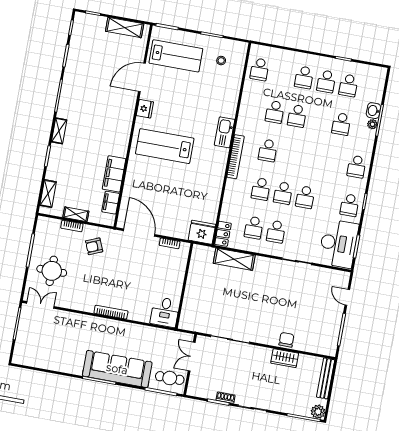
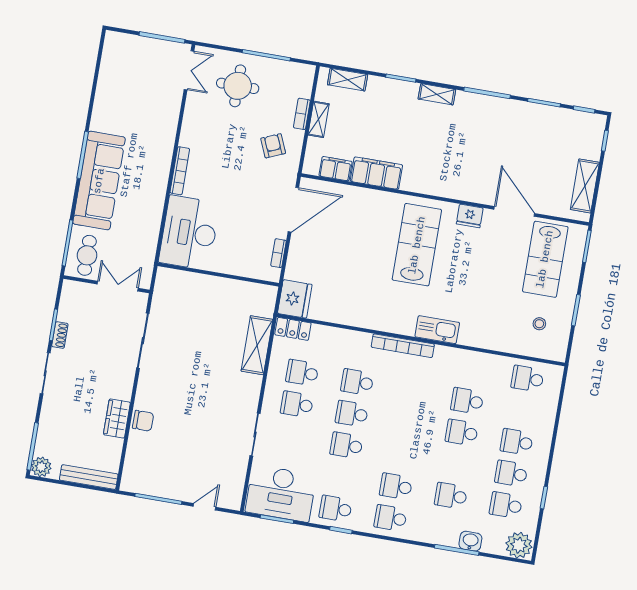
plant: (372, 124) -> (519, 545), moved, width x1.88, depth x1.88
school desk: (268, 150) -> (396, 486), moved
desk: (165, 312) -> (189, 233), width x1.87, depth x1.30

